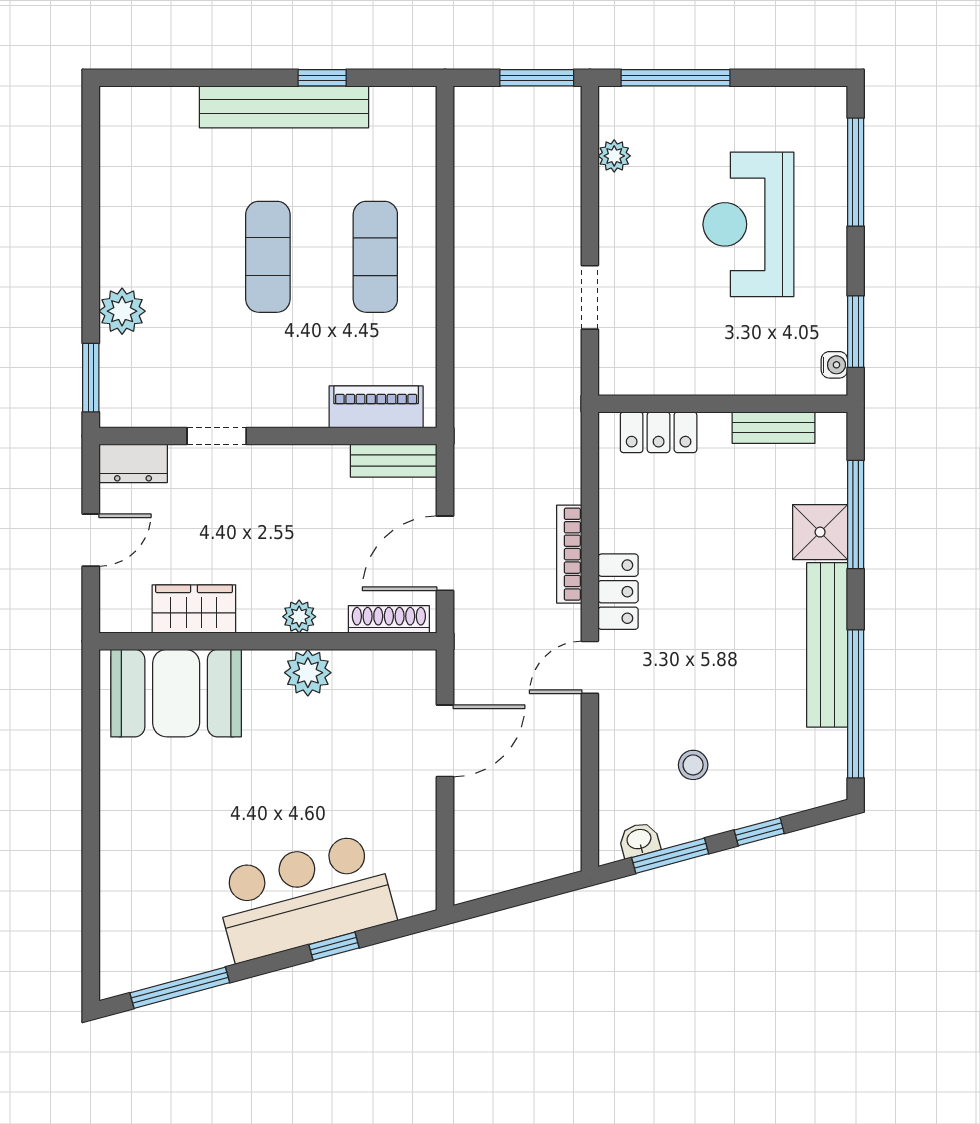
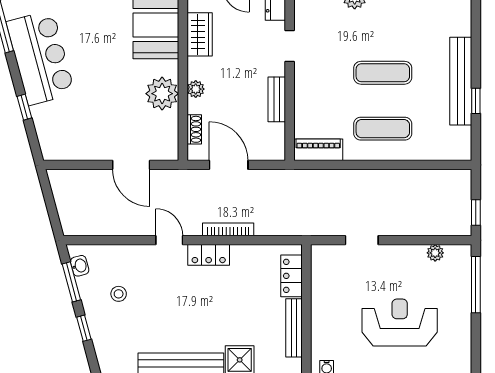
window: (537, 78) -> (476, 212), width x0.67
piano: (376, 407) -> (318, 150), moved, turned -90
bench: (774, 428) -> (294, 328), width x1.36
bench: (394, 461) -> (277, 99), moved
shoe rack: (389, 619) -> (194, 129), width x0.70
plant: (308, 673) -> (162, 94), width x1.36, depth x1.36
bar counter: (304, 897) -> (40, 58), moved

